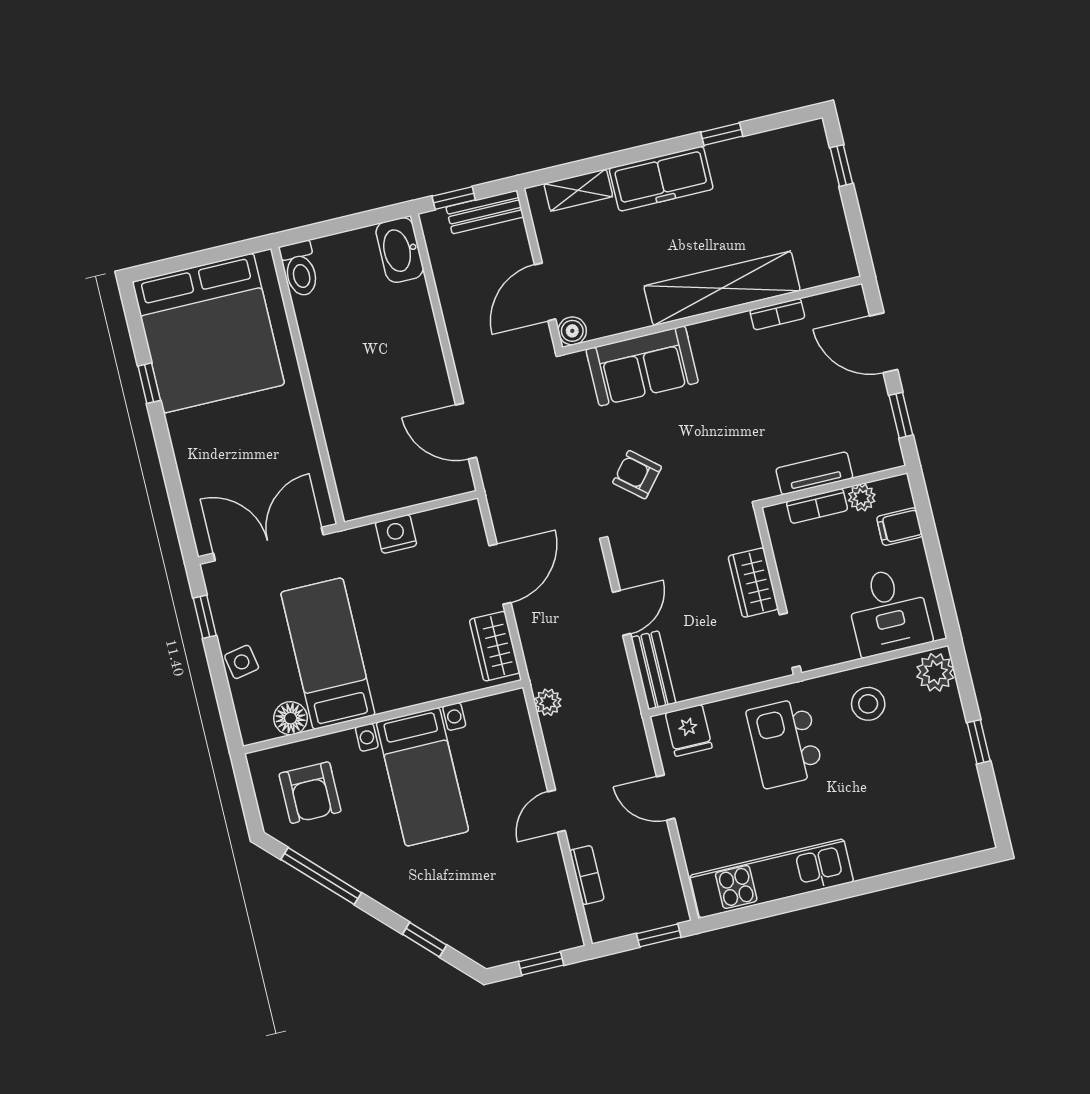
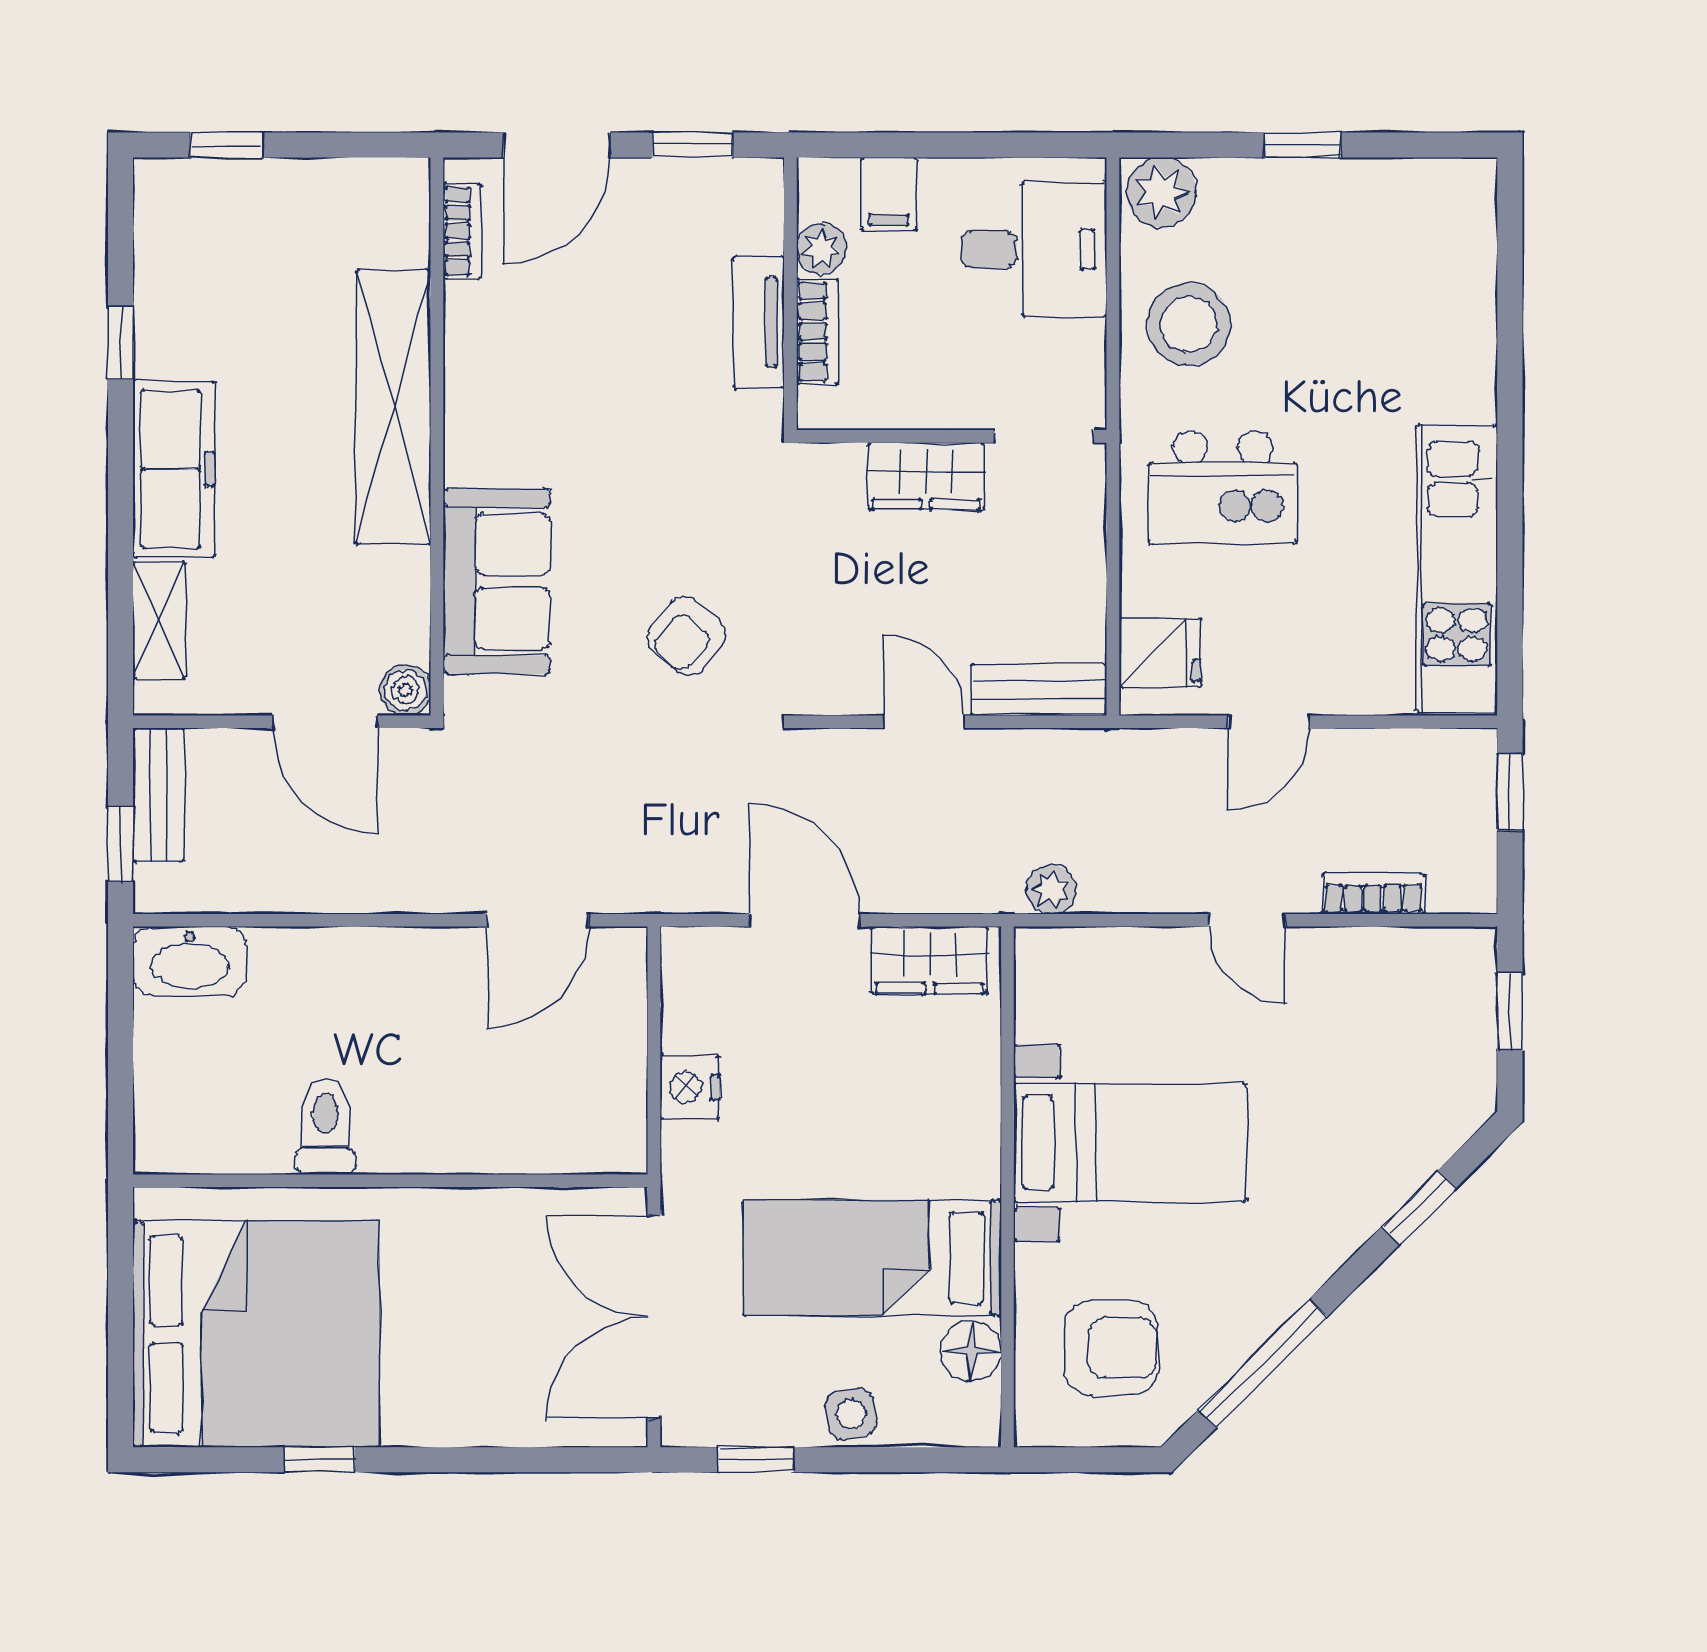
toilet: (300, 269) -> (326, 1126), moved, turned -90
bookcase: (777, 314) -> (462, 231), moved
stool: (868, 704) -> (1189, 324), width x1.38, depth x1.38

